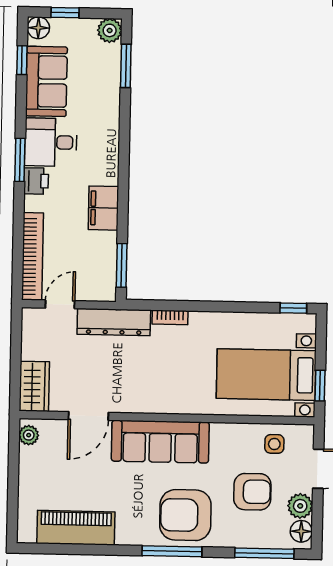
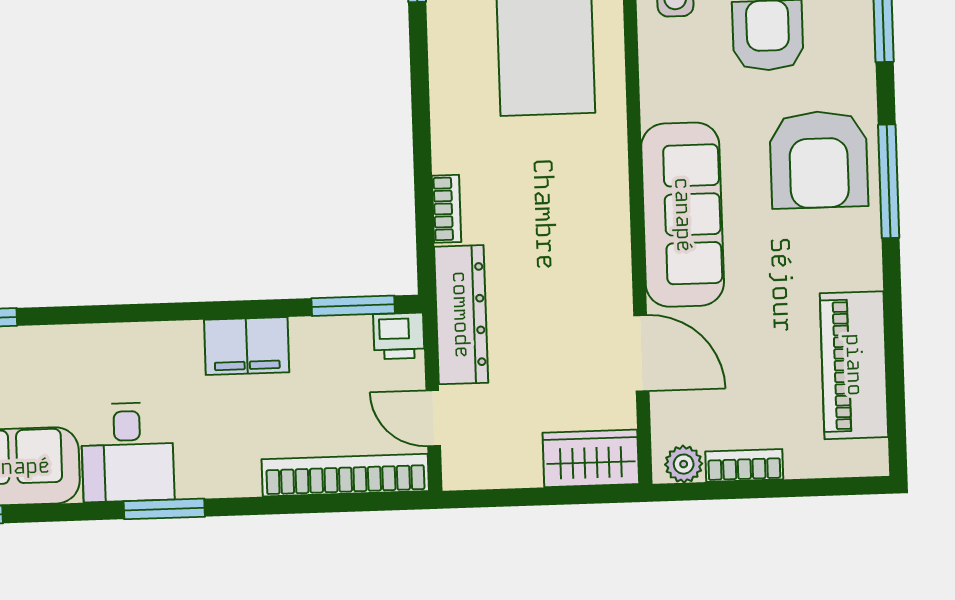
printer: (36, 181) -> (399, 336), moved, turned 180
bookcase: (26, 467) -> (744, 465), added

